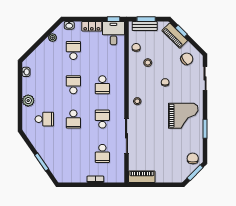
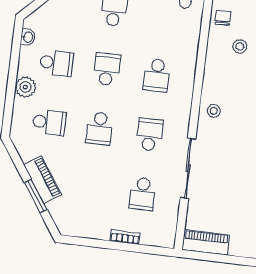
school desk: (44, 85) -> (57, 63), added
piano: (44, 152) -> (42, 180), added

